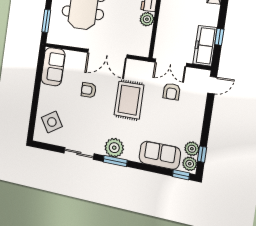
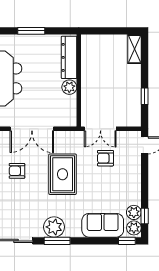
freezer: (205, 46) -> (132, 107), removed
armchair: (172, 92) -> (105, 158), turned 90

